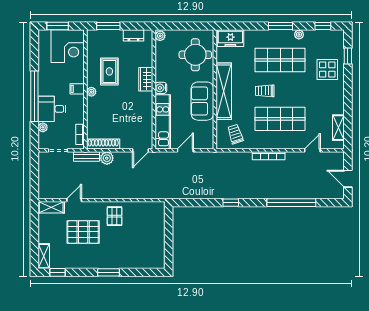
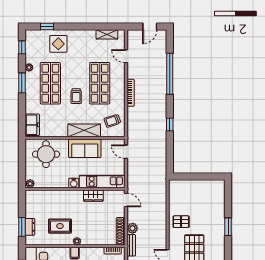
dresser: (134, 35) -> (30, 227), moved
wardrobe: (146, 79) -> (93, 196), moved
shelving: (224, 91) -> (84, 130), width x0.68
door: (185, 150) -> (126, 152), moved

